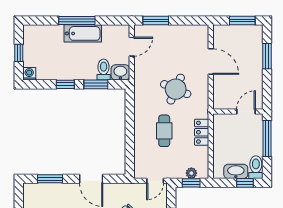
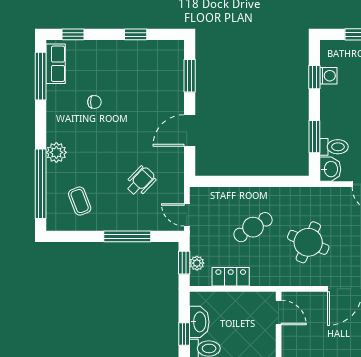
washing machine: (29, 74) -> (328, 76), moved
window: (65, 84) -> (314, 77), moved
door: (246, 111) -> (279, 313), moved
cafe table: (164, 131) -> (253, 227), turned -32
locker: (202, 132) -> (231, 277), moved

